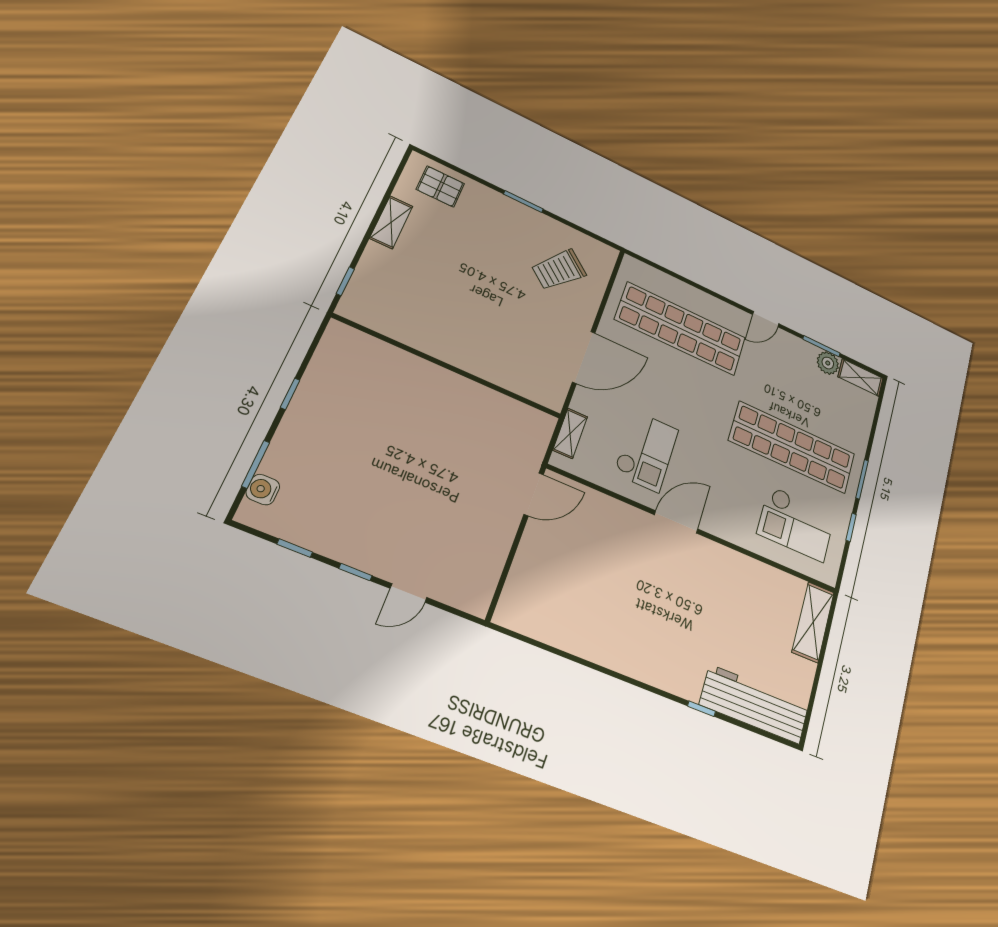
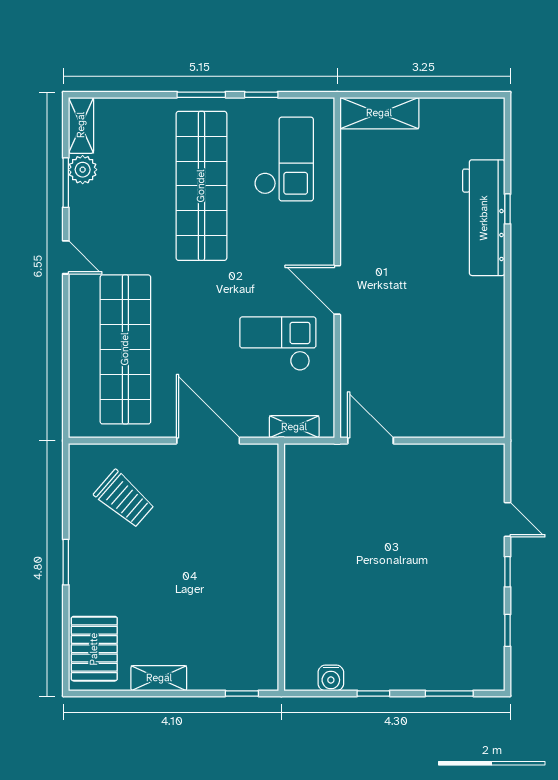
pallet: (440, 186) -> (94, 649), width x1.50, depth x1.42
water cooler: (263, 490) -> (331, 678), moved
workbench: (755, 704) -> (484, 218), moved

